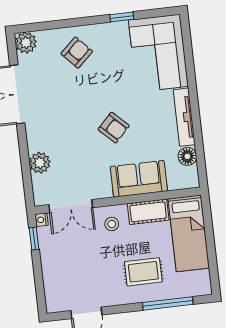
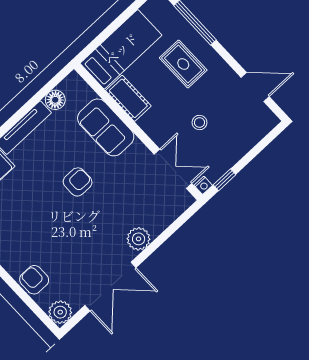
armchair: (77, 53) -> (34, 280), moved, turned 43
armchair: (114, 128) -> (78, 182), turned 46
plant: (40, 163) -> (139, 239), moved
stool: (112, 224) -> (200, 123), moved

